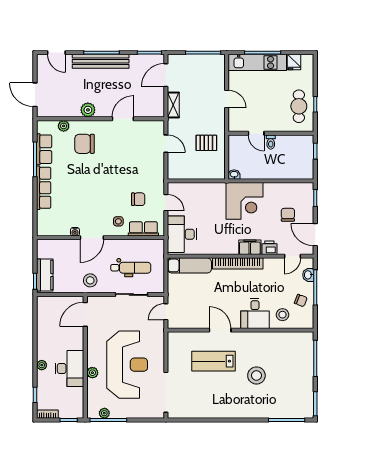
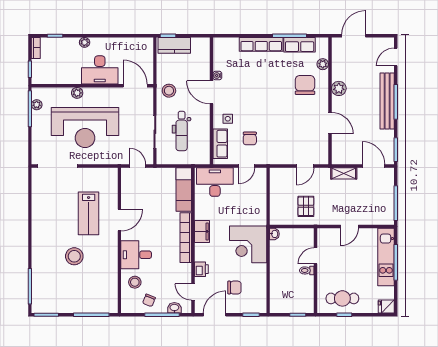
fridge: (294, 62) -> (386, 307), moved
filing cabinet: (250, 247) -> (202, 231), moved
lab bench: (213, 361) -> (89, 213), turned 180
desk: (69, 369) -> (100, 70), moved

